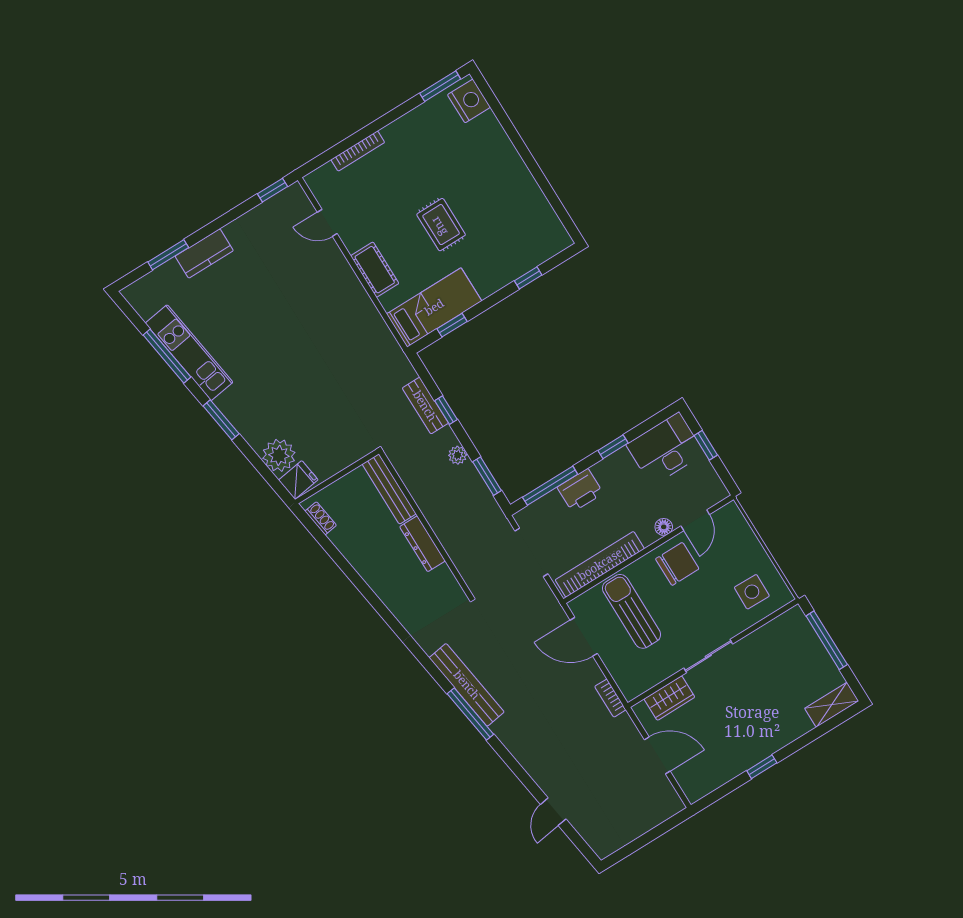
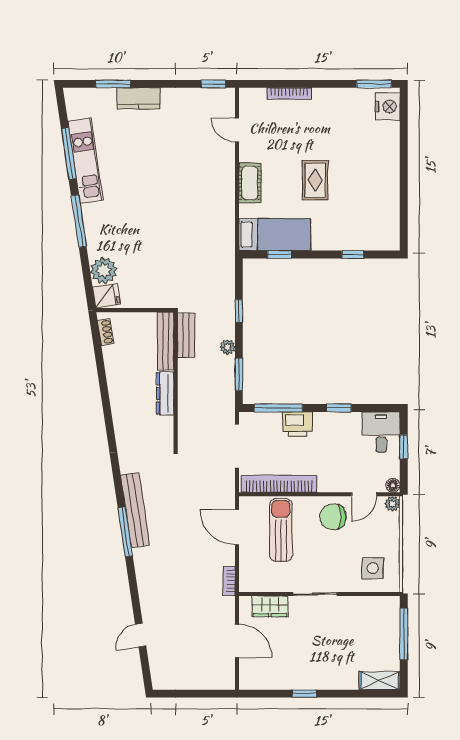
bench: (425, 406) -> (186, 335), moved
window: (221, 420) -> (79, 221), width x1.44
desk: (665, 449) -> (381, 432), width x0.73
plant: (731, 512) -> (392, 504), added
floor lamp: (664, 527) -> (393, 485), moved
chair: (677, 564) -> (333, 517), turned 180

